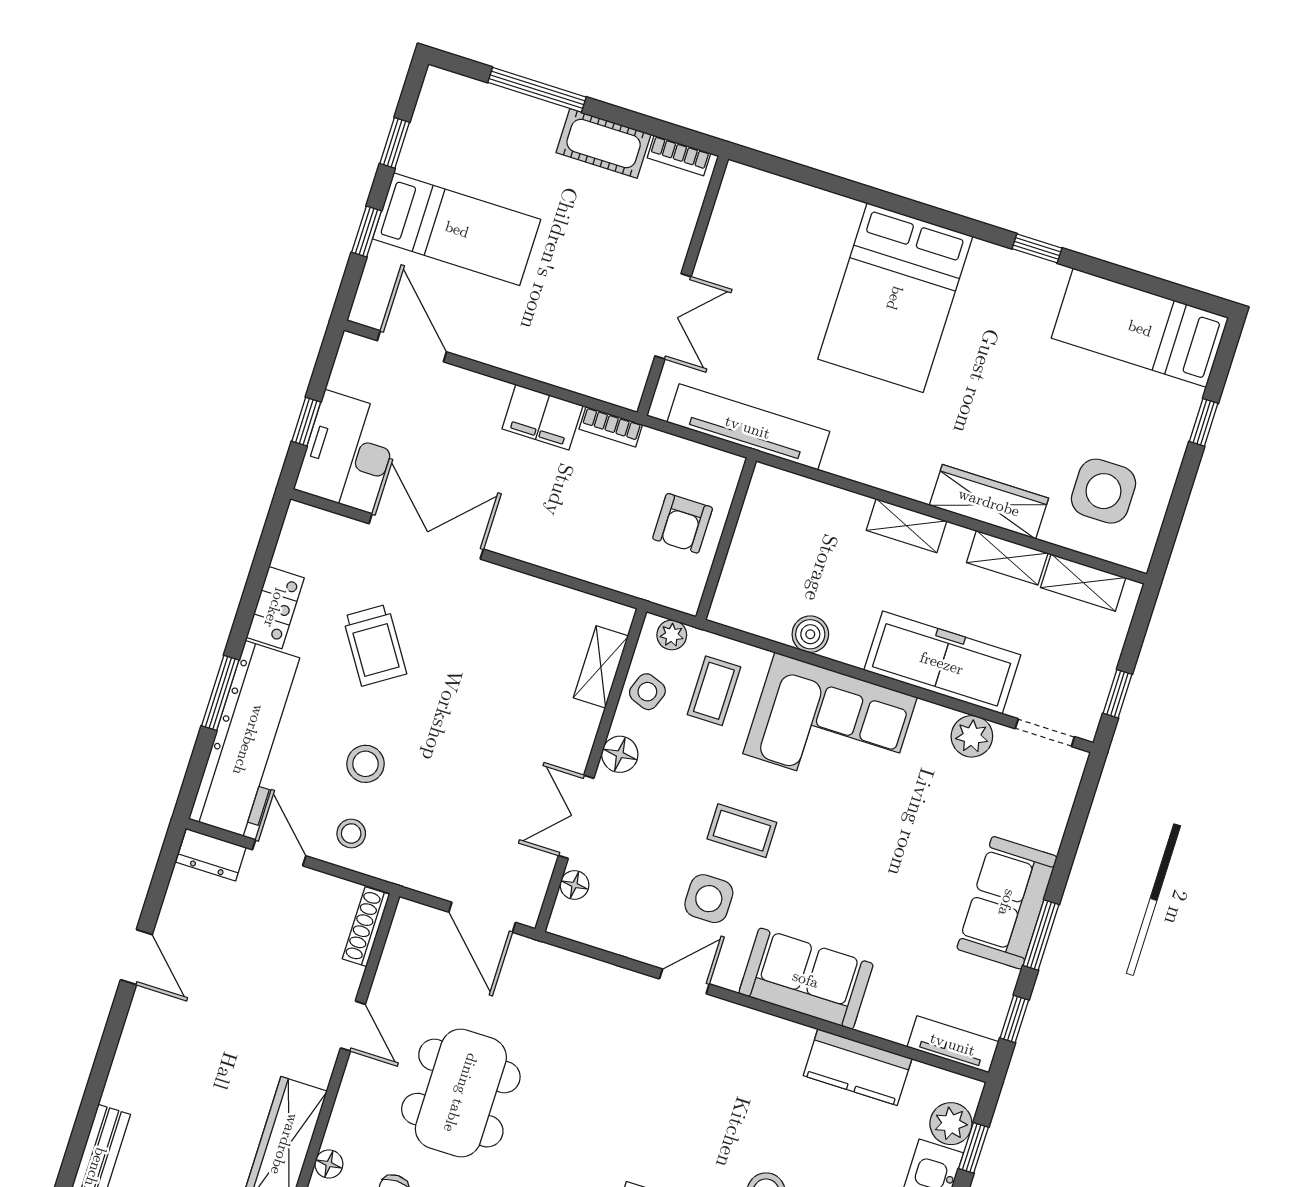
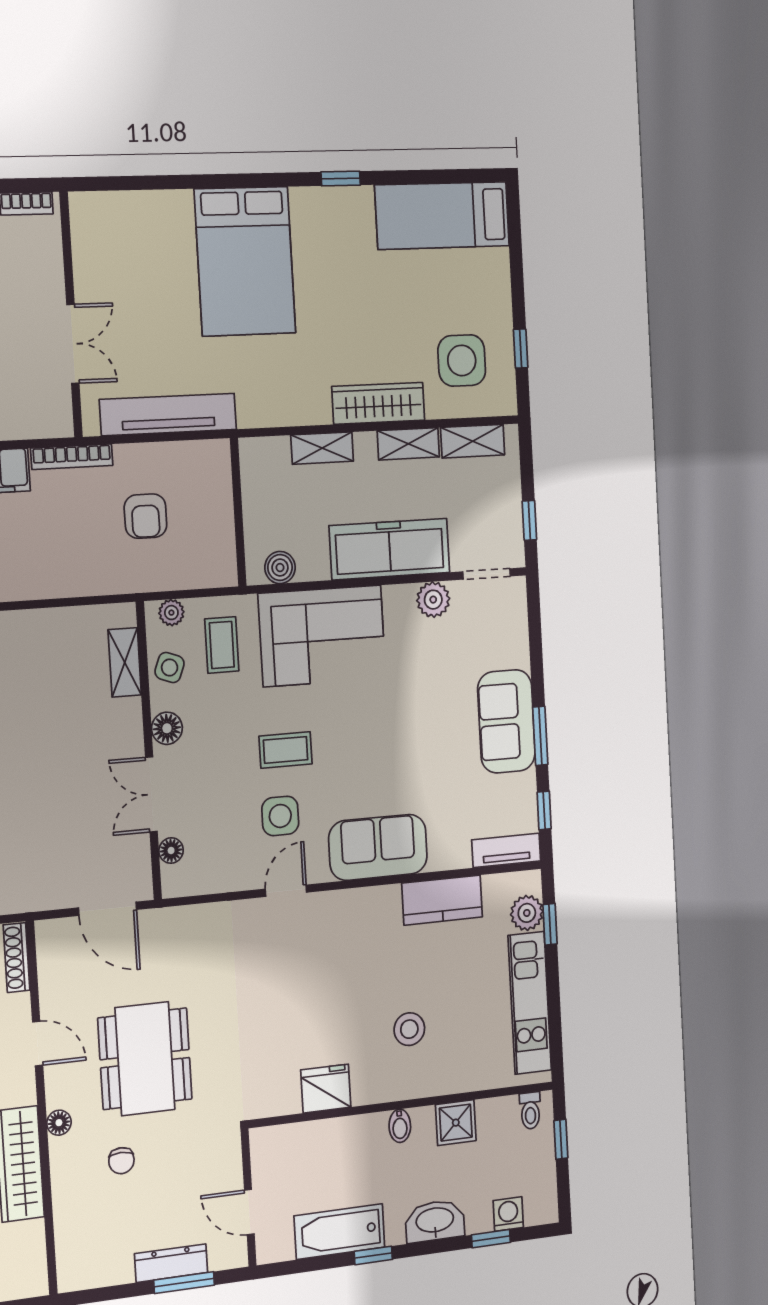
window: (1204, 422) -> (521, 349), moved
bookcase: (611, 427) -> (72, 457), width x1.56
wall: (726, 539) -> (238, 512), moved
floor lamp: (329, 1164) -> (59, 1123), moved

